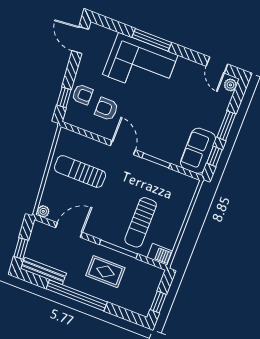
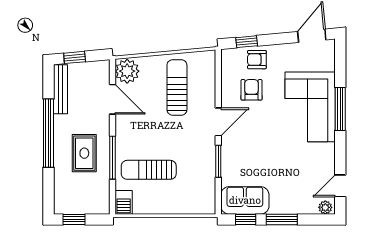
armchair: (83, 94) -> (257, 60), turned 90
plant: (43, 211) -> (127, 71), width x1.88, depth x1.88

